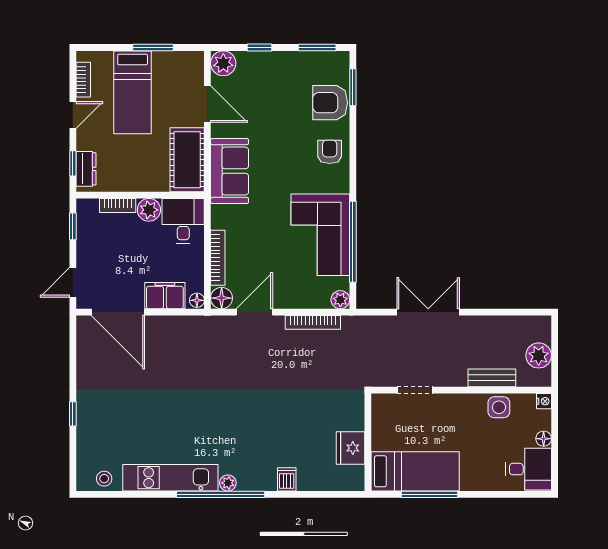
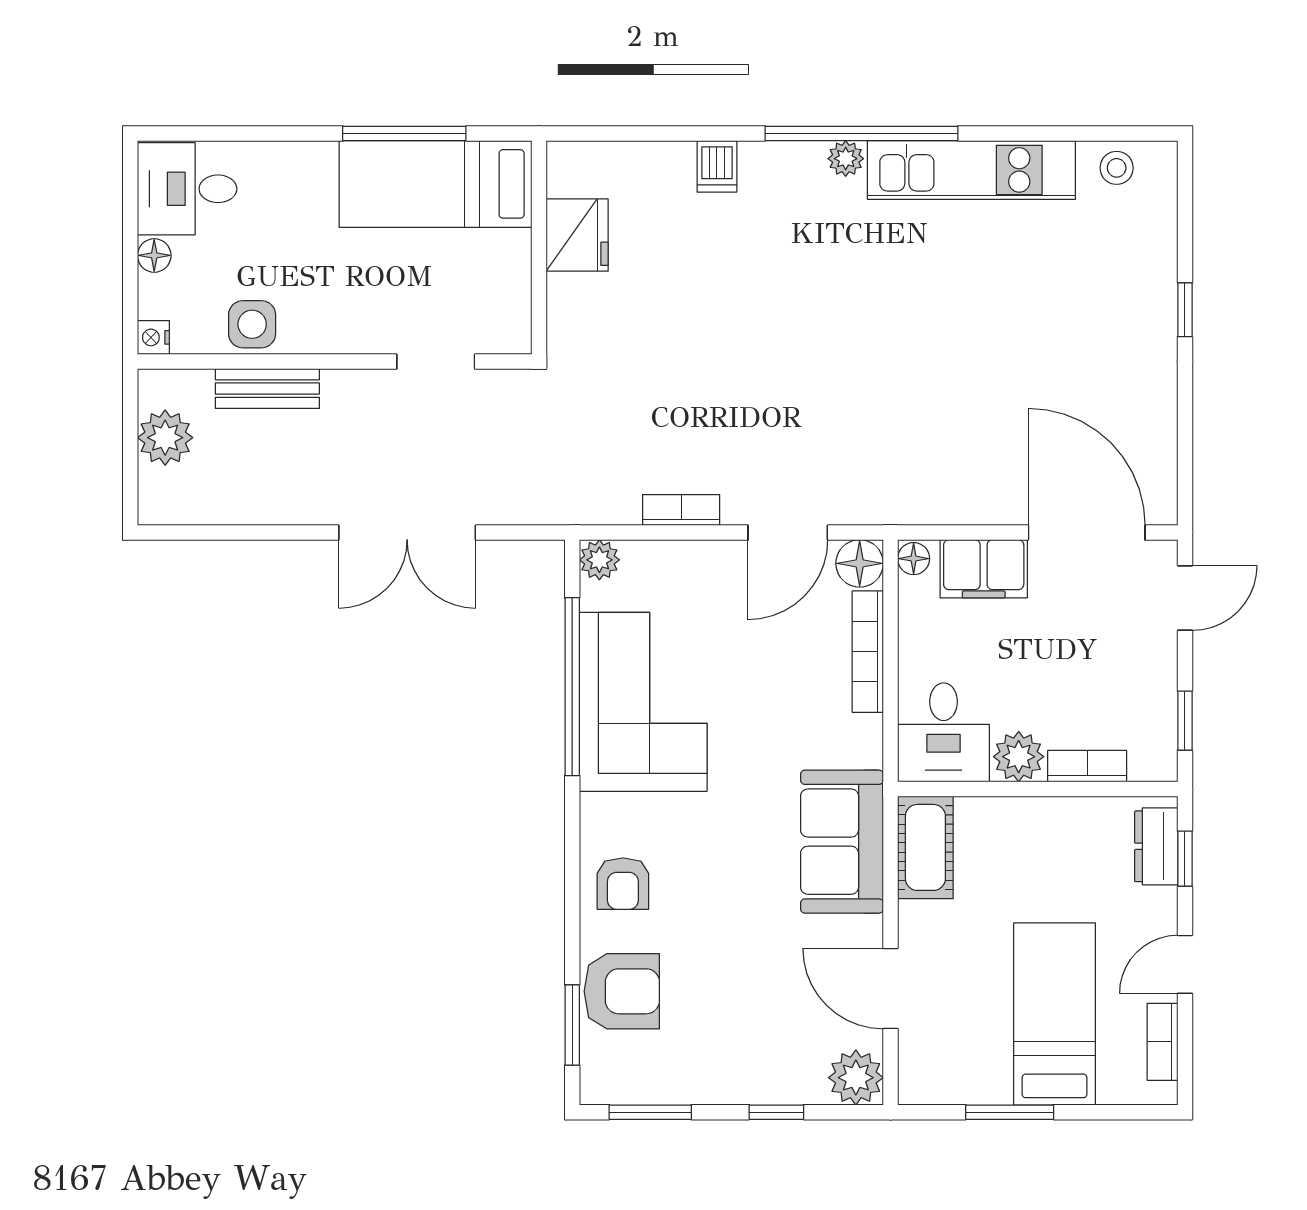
cot: (187, 160) -> (925, 847), width x0.73, depth x0.75
bookcase: (313, 322) -> (681, 510), width x0.64

